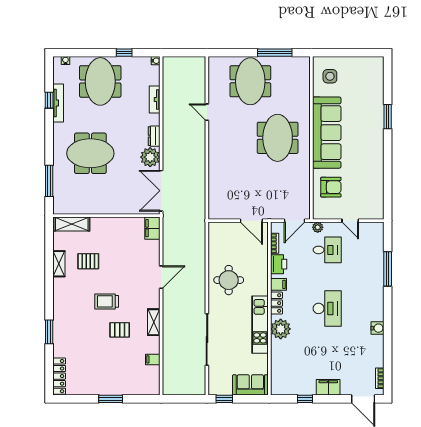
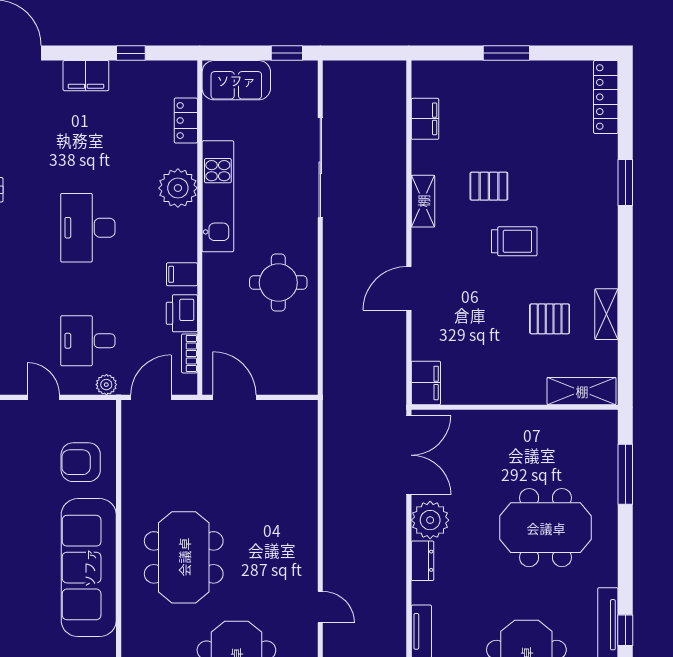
locker: (276, 303) -> (186, 121), moved
filing cabinet: (153, 359) -> (425, 119), width x2.00

